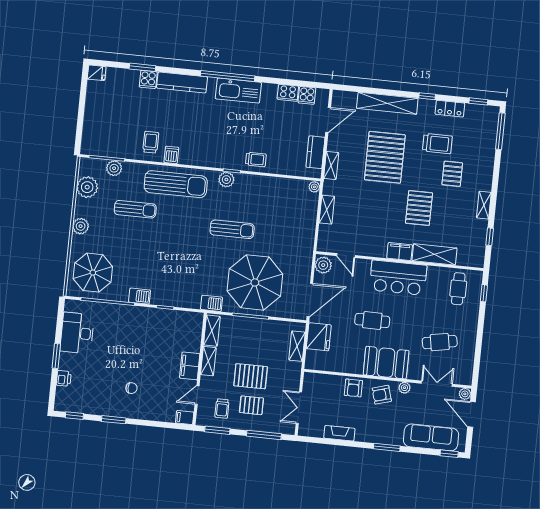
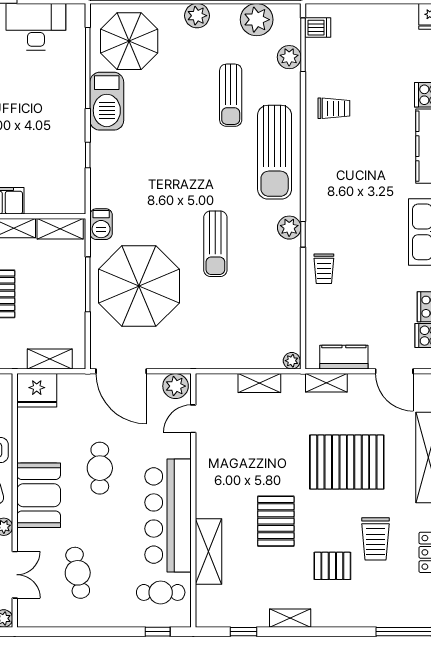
dishwasher: (171, 155) -> (318, 28), moved
pallet: (419, 208) -> (276, 521), turned 90
filing cabinet: (400, 251) -> (208, 499), removed
bar counter: (398, 278) -> (168, 516), width x1.36
barbecue: (139, 296) -> (107, 101), width x1.88, depth x1.53
fridge: (319, 337) -> (37, 390), moved

